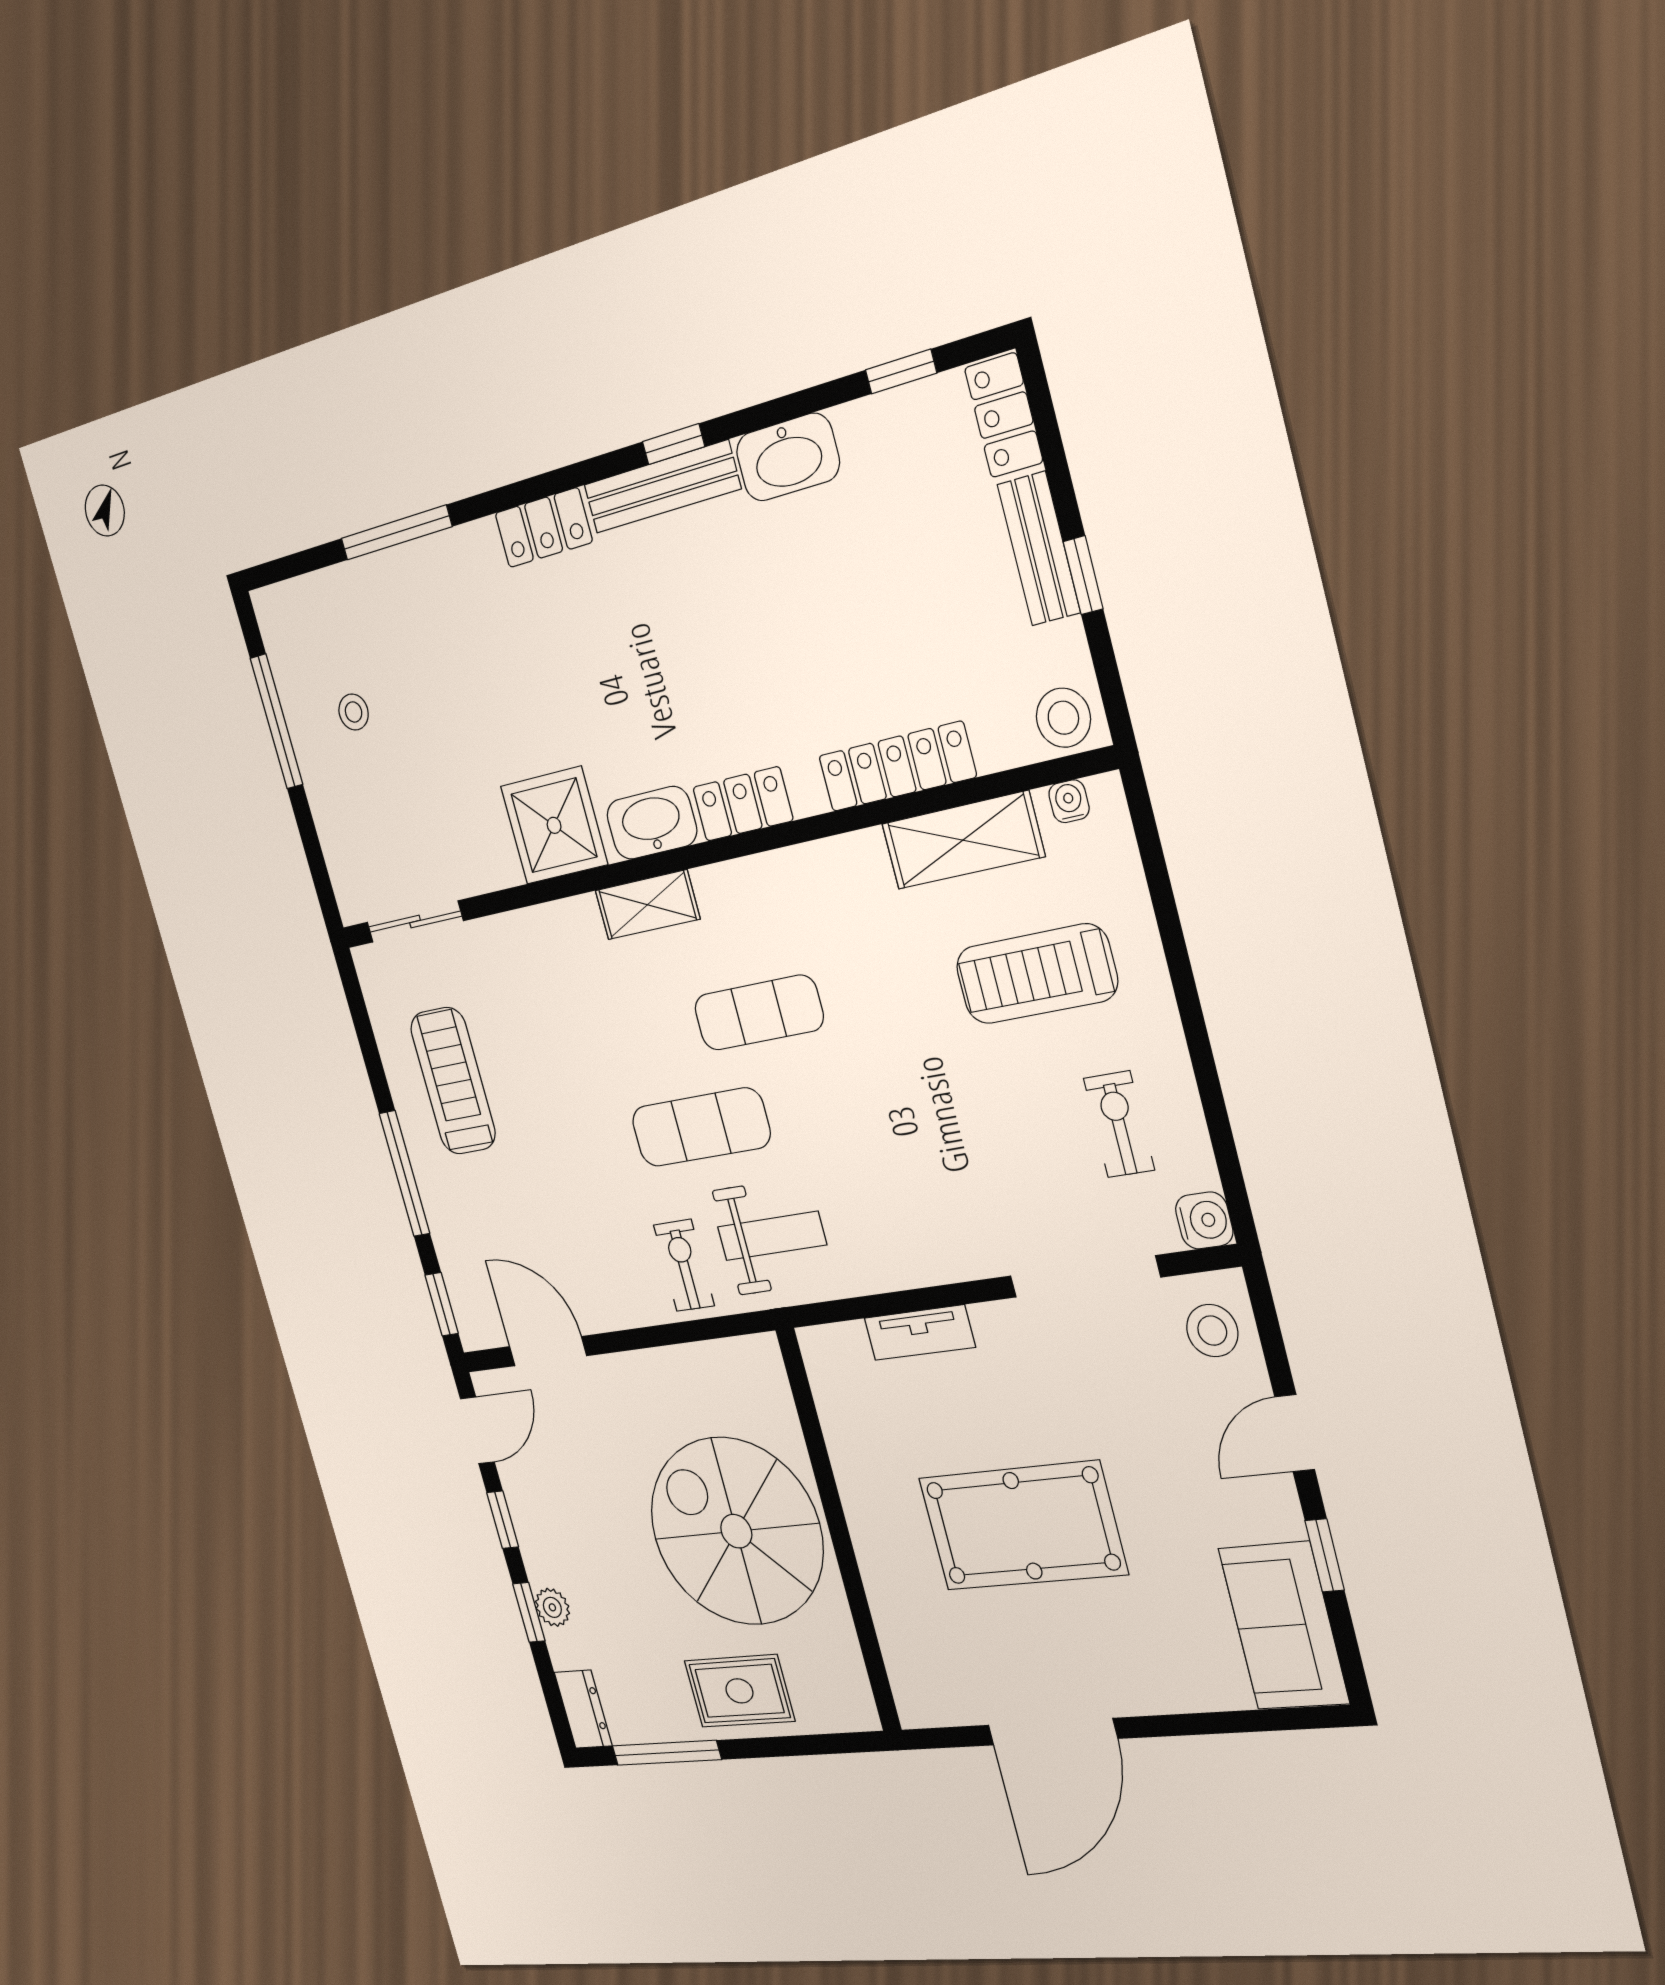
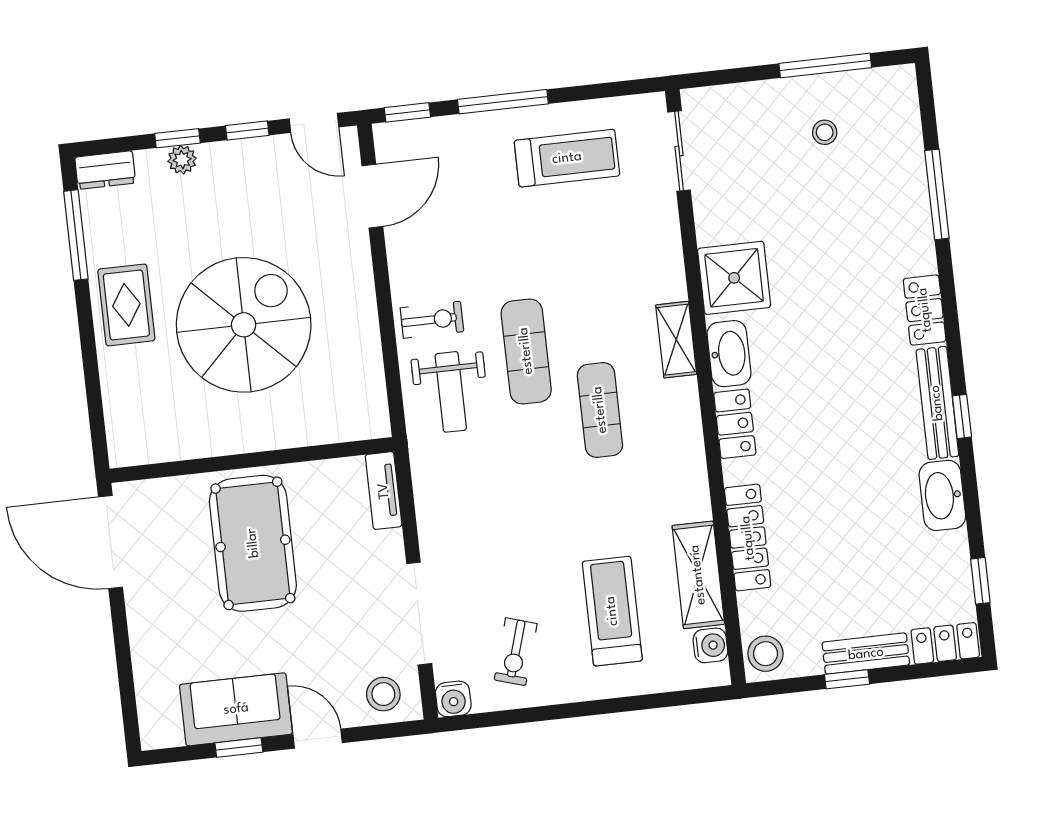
water cooler: (1069, 801) -> (710, 645), width x1.38, depth x1.38
exercise bike: (1119, 1124) -> (516, 652), turned 107
wall: (839, 1532) -> (252, 460), moved
sofa: (1284, 1626) -> (236, 709), moved

